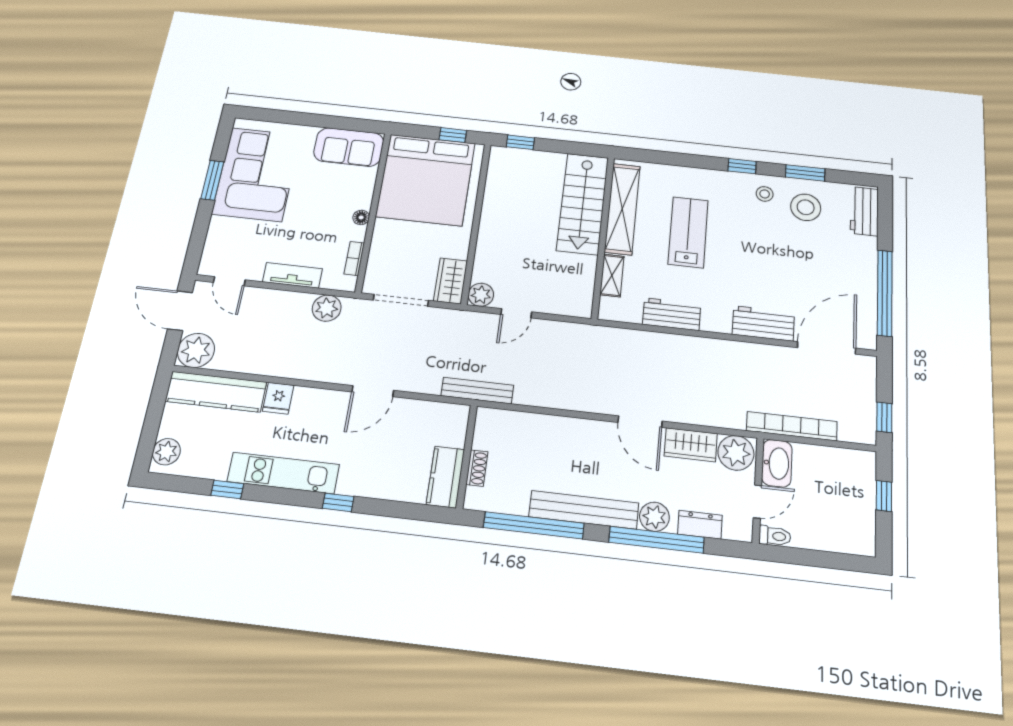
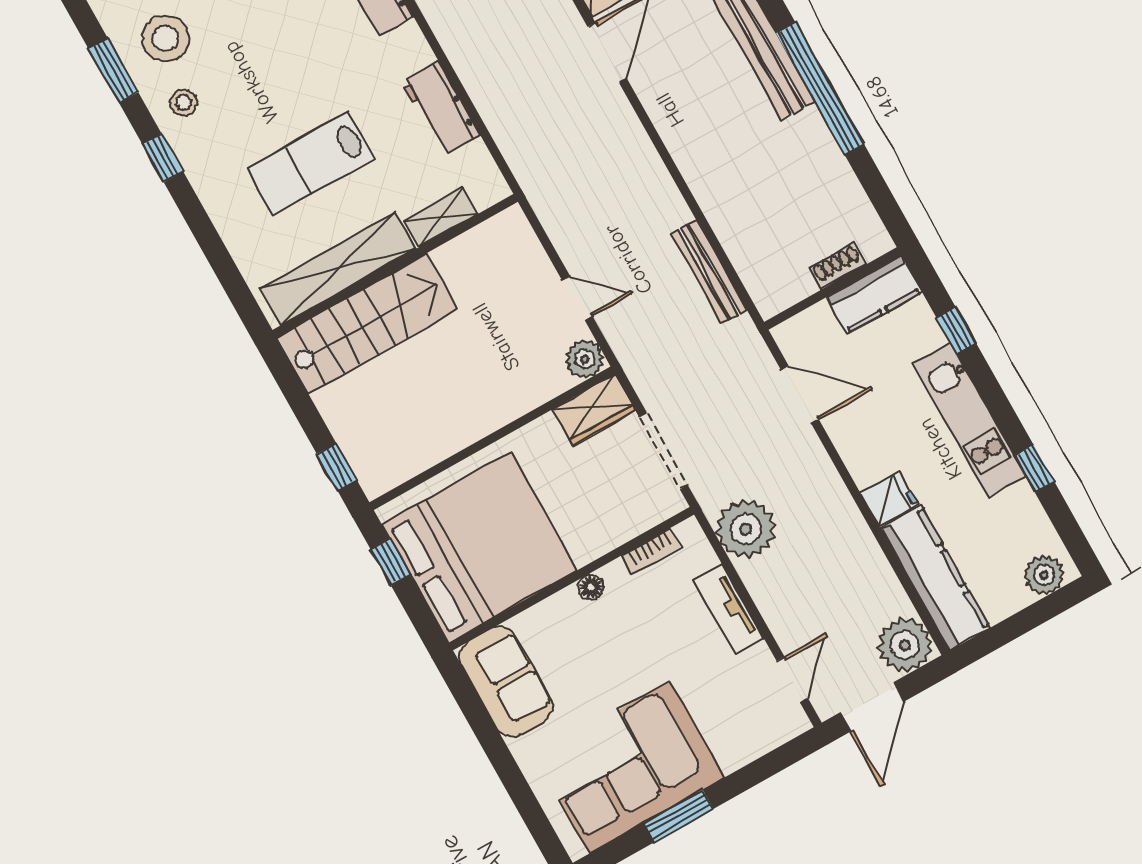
plant: (327, 308) -> (746, 529), width x1.36, depth x1.36
wall: (467, 456) -> (833, 288), moved
shoe rack: (477, 468) -> (838, 266), moved
kitchen counter: (445, 477) -> (874, 295), moved

